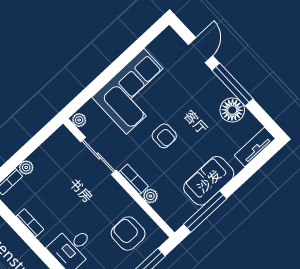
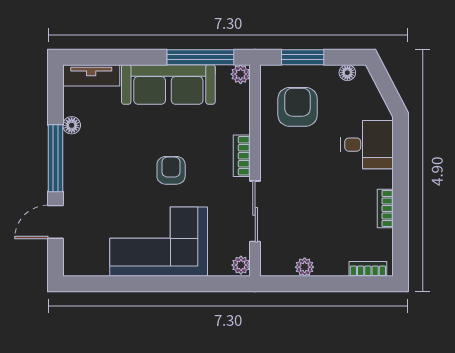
floor lamp: (232, 110) -> (72, 125), width x0.53, depth x0.53
plant: (26, 167) -> (305, 267), moved
sofa: (209, 181) -> (168, 84), width x1.36
plant: (150, 196) -> (241, 74), moved
armchair: (128, 233) -> (298, 107), turned 180

